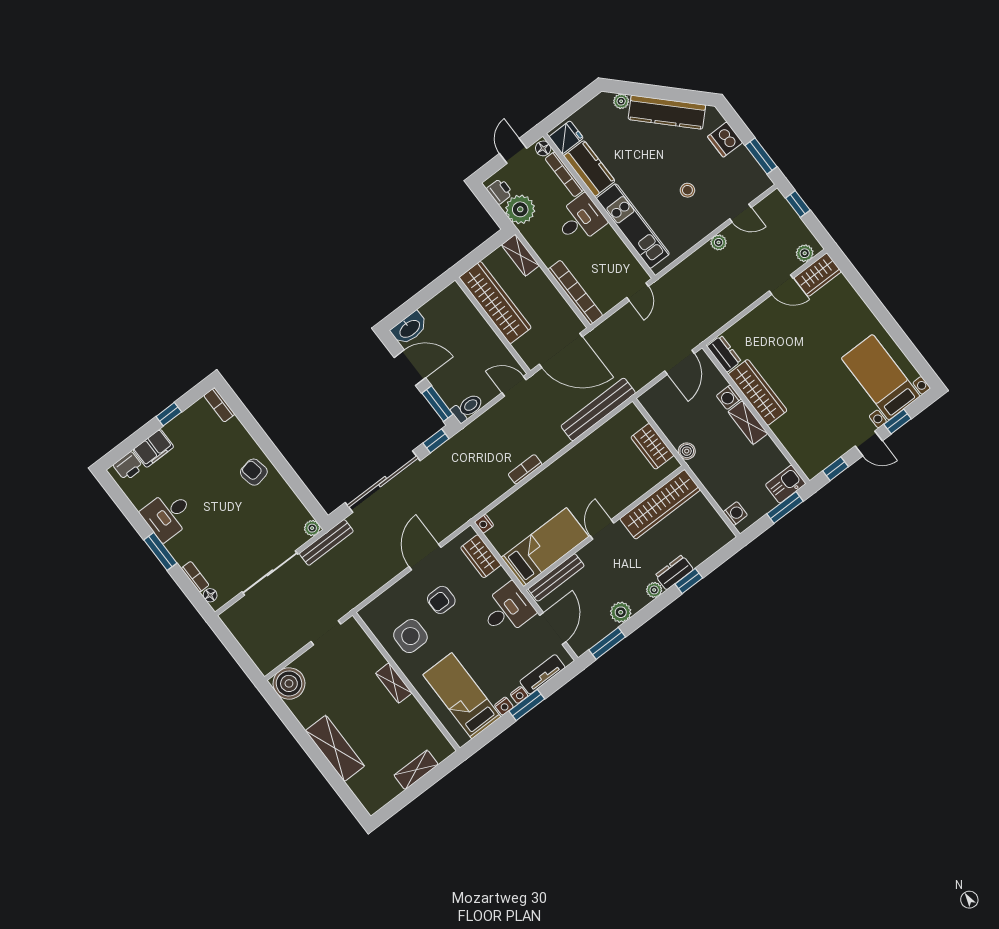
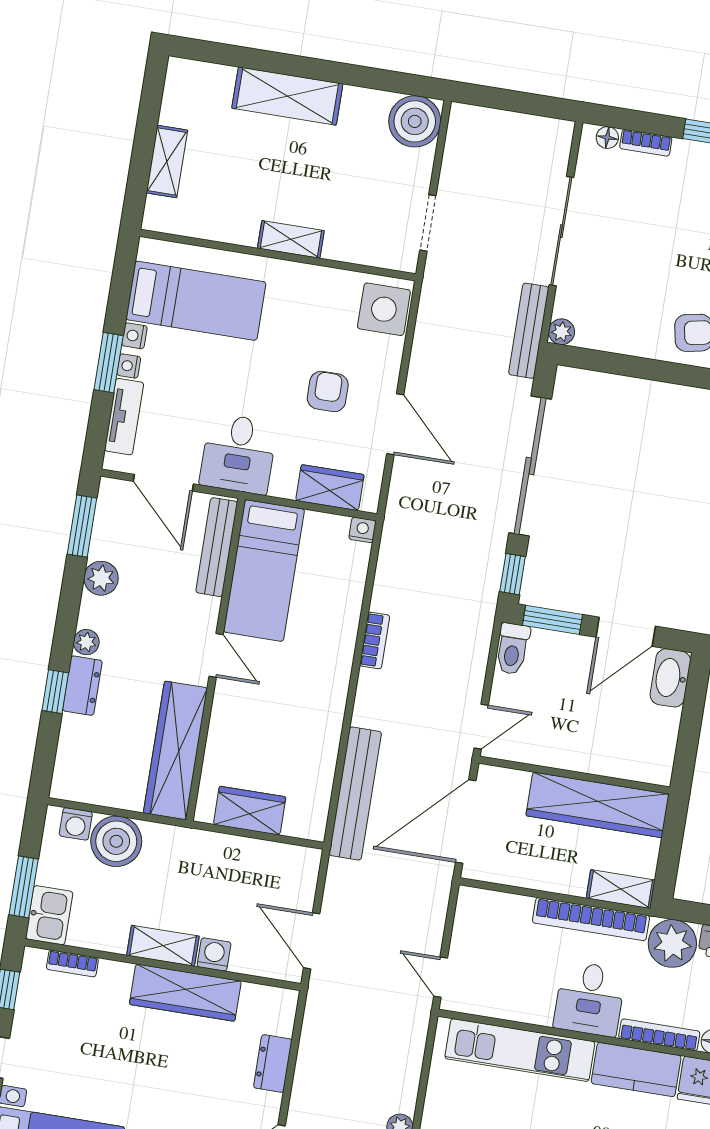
bookcase: (575, 292) -> (591, 919), moved
dresser: (724, 354) -> (273, 1063), moved, turned 90
boiler: (687, 451) -> (116, 841), moved, width x1.86, depth x1.86
bookcase: (796, 453) -> (72, 964), added
side table: (410, 636) -> (384, 309), moved

